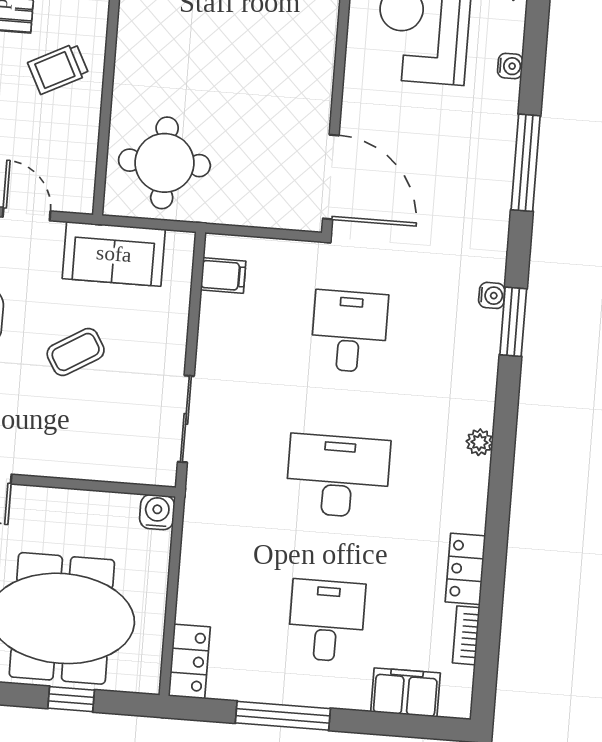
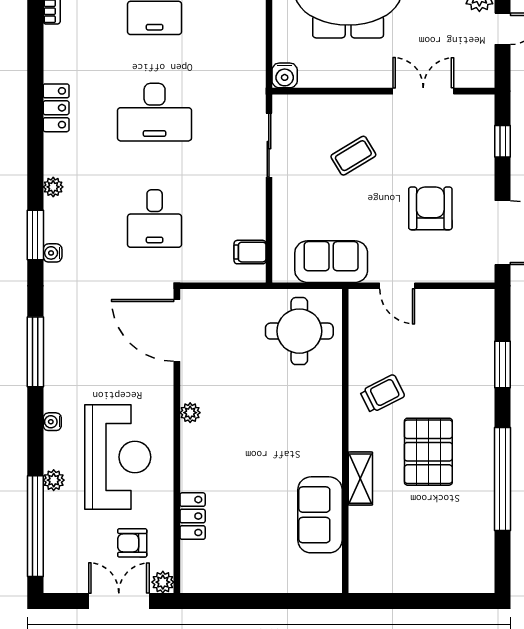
plant: (322, 64) -> (190, 413), added
coffee table: (76, 352) -> (353, 156), moved
plant: (479, 442) -> (53, 187), moved
locker: (465, 569) -> (56, 108), moved

